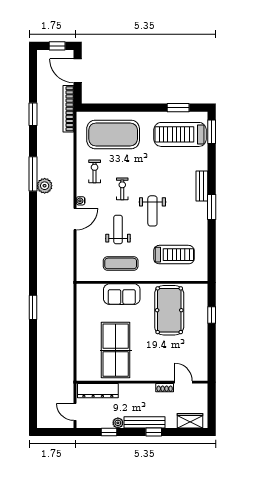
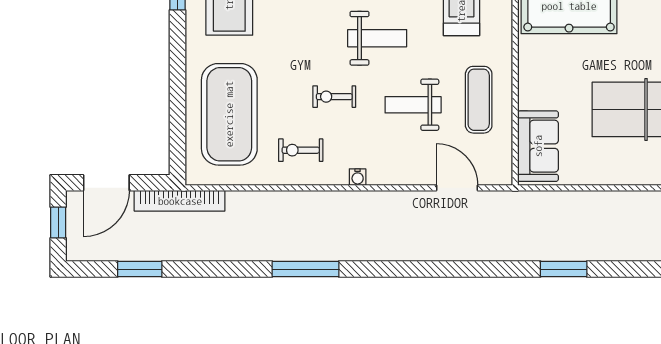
window: (33, 114) -> (140, 269), moved
plant: (45, 186) -> (328, 247), removed
door: (75, 219) -> (457, 188), moved
sofa: (122, 294) -> (538, 146), moved

